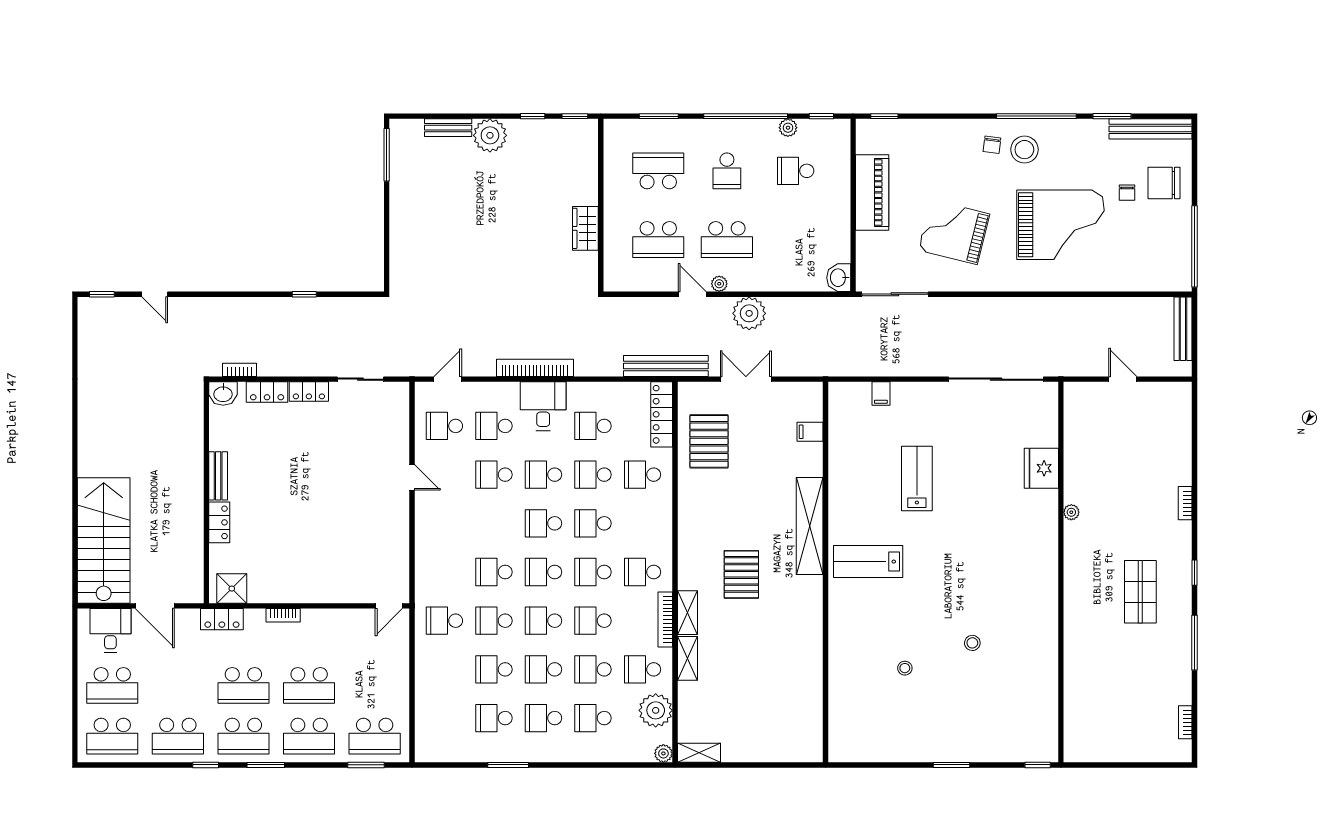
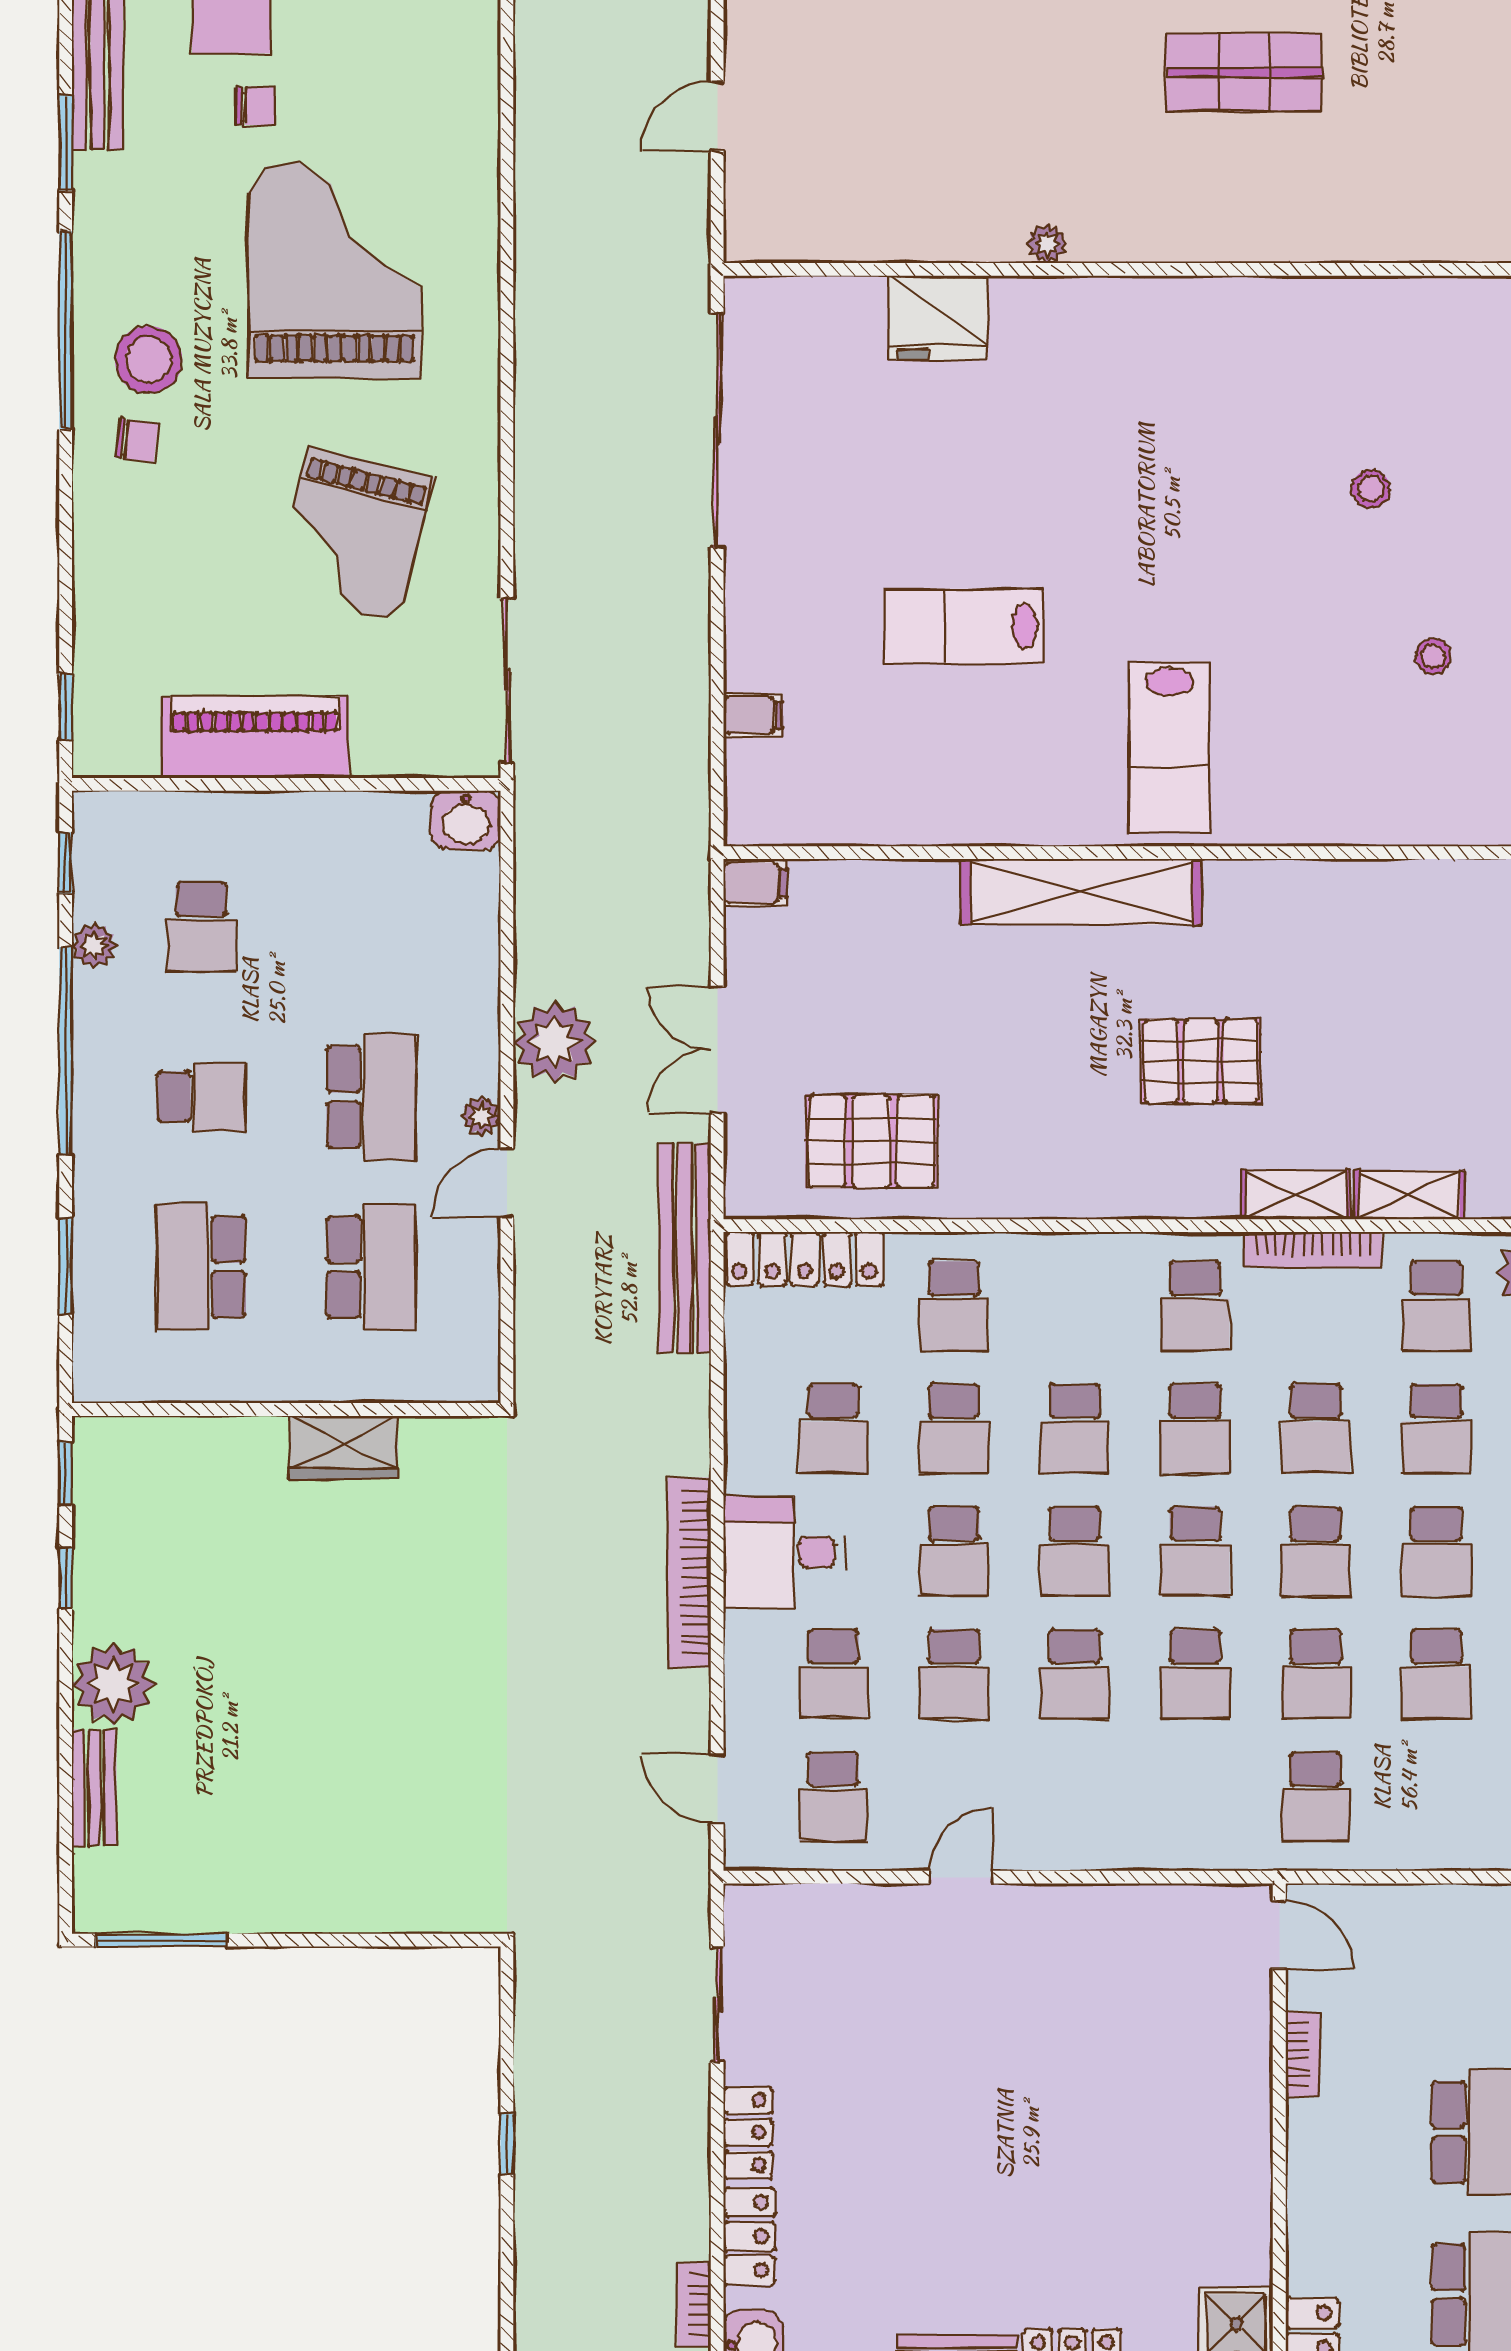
filing cabinet: (810, 432) -> (755, 883), moved, turned -90
school desk: (494, 523) -> (1075, 1674), added
bookcase: (283, 615) -> (1302, 2054), moved

